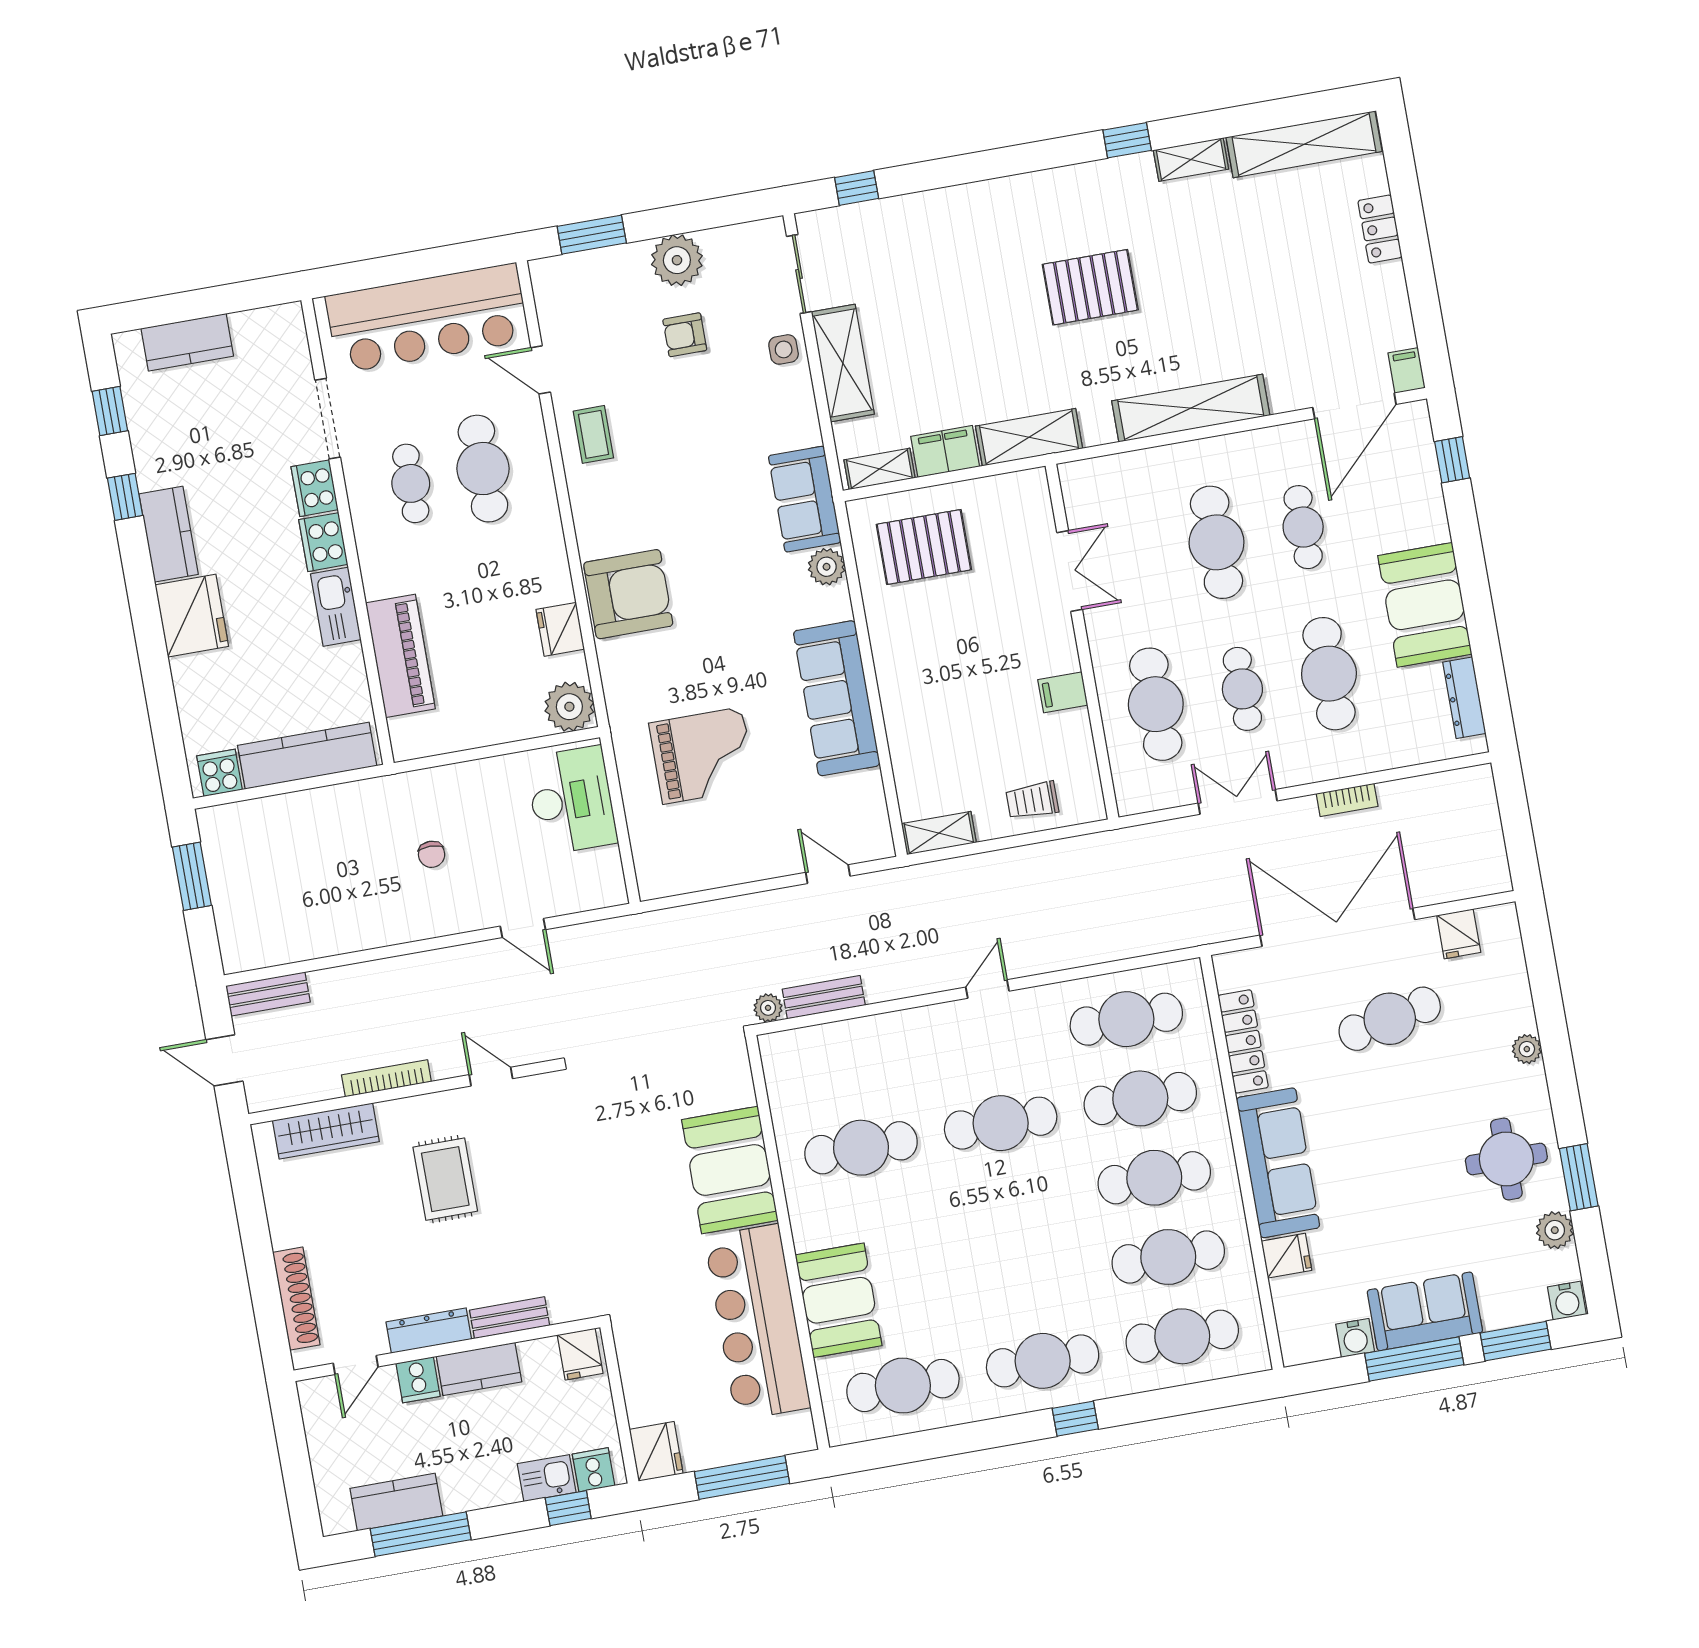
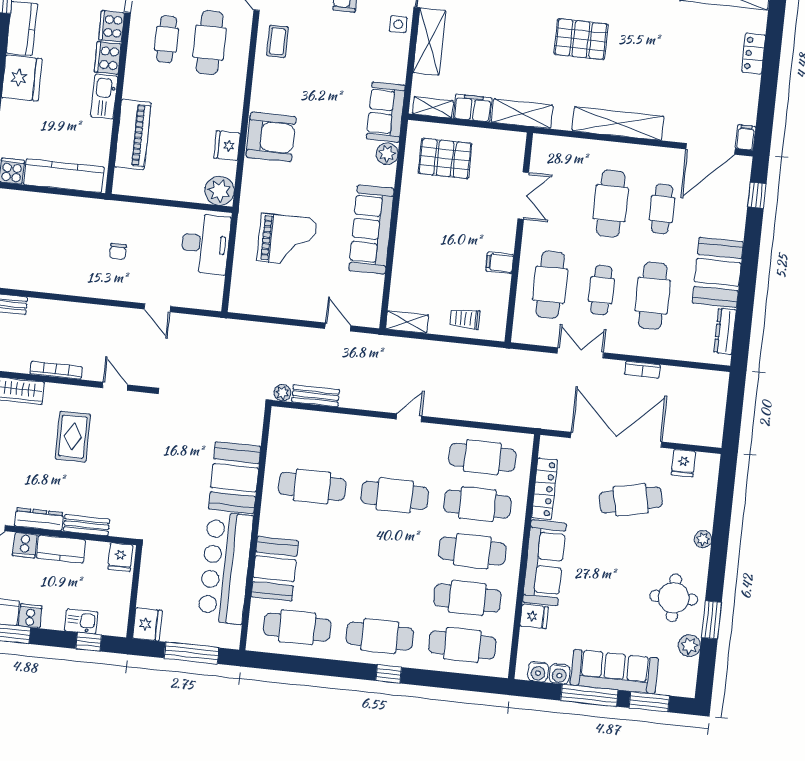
water cooler: (1567, 1301) -> (538, 672), moved
sofa: (1425, 1311) -> (614, 671), width x1.36
cooker: (594, 1470) -> (30, 616), moved

